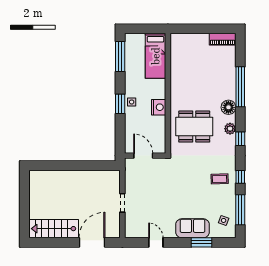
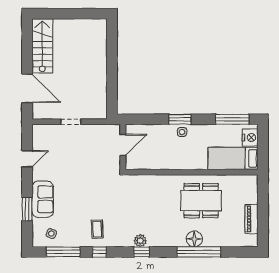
piano: (223, 39) -> (251, 219), moved
nightstand: (159, 107) -> (250, 137), moved, turned -90
floor lamp: (228, 107) -> (194, 239), moved
dining table: (194, 127) -> (201, 201), moved, turned 90
plant: (230, 129) -> (140, 241), moved

